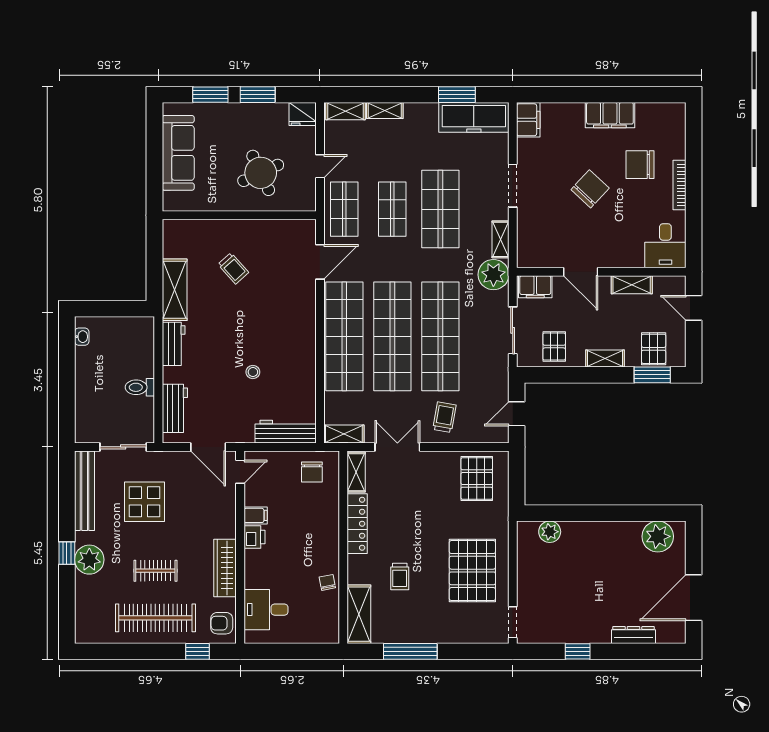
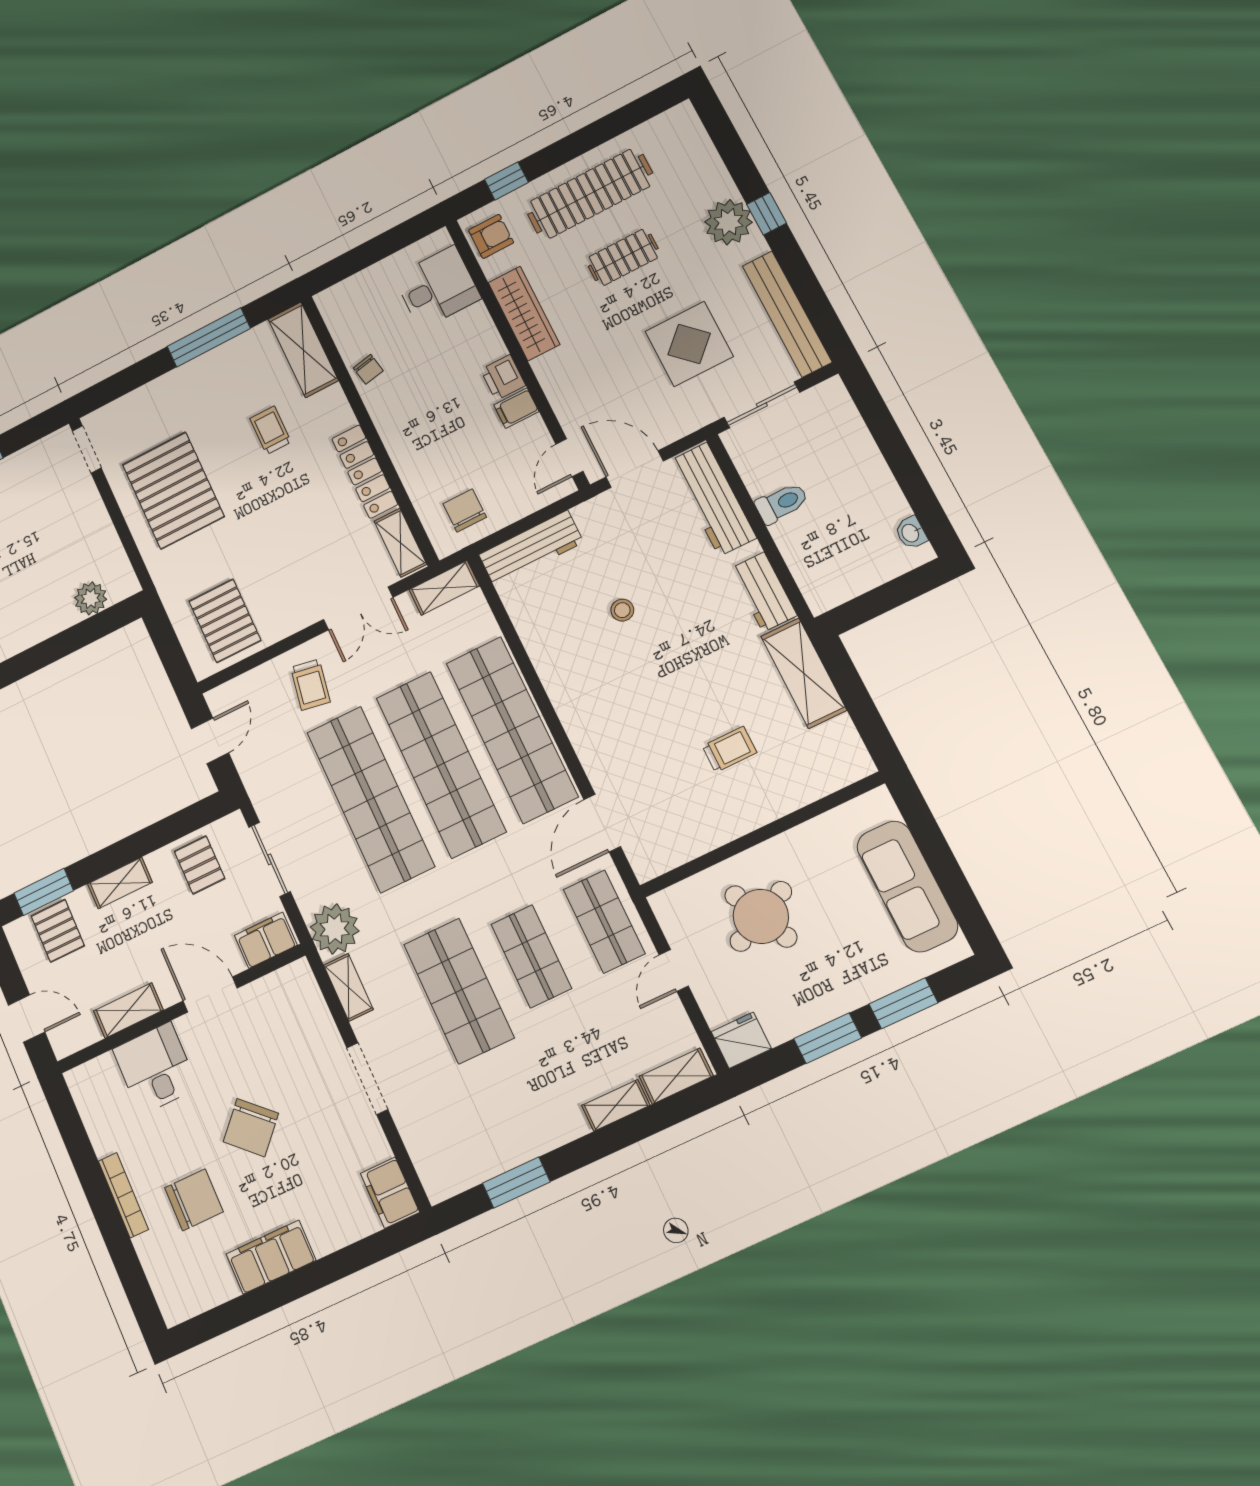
freezer: (474, 117) -> (474, 1158), removed
desk: (665, 246) -> (155, 1068), moved
trolley: (233, 268) -> (730, 749), turned 132
workbench: (175, 408) -> (713, 499), width x1.38

